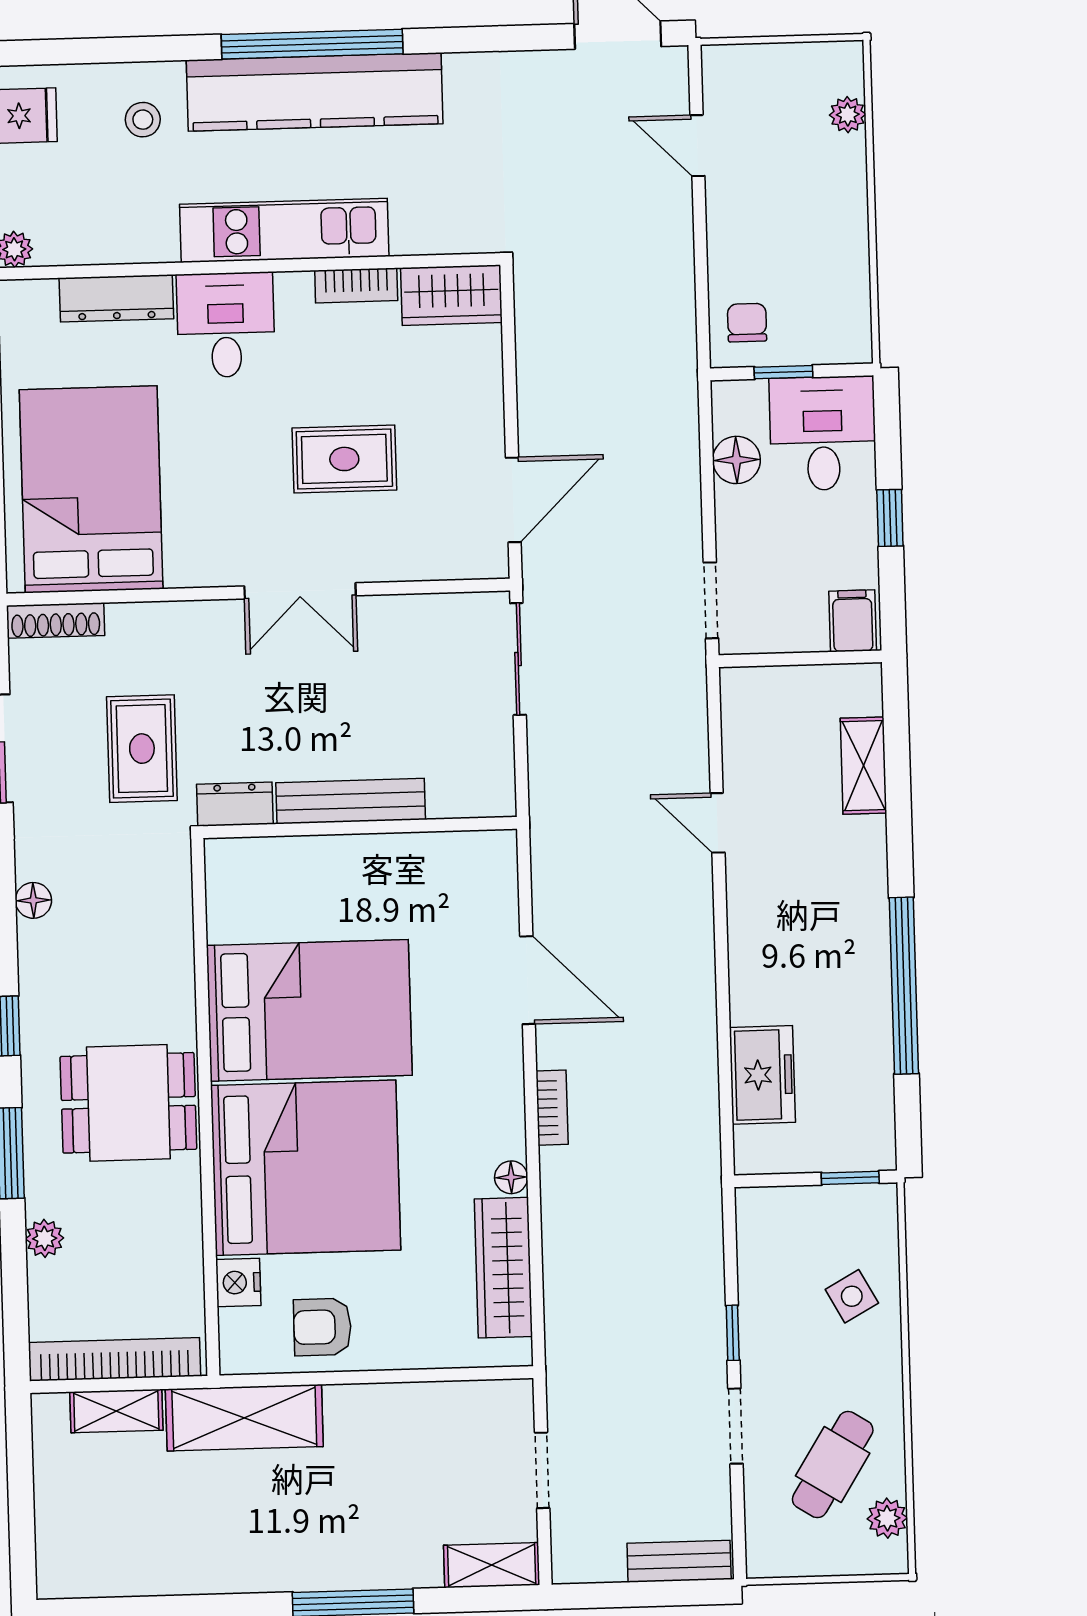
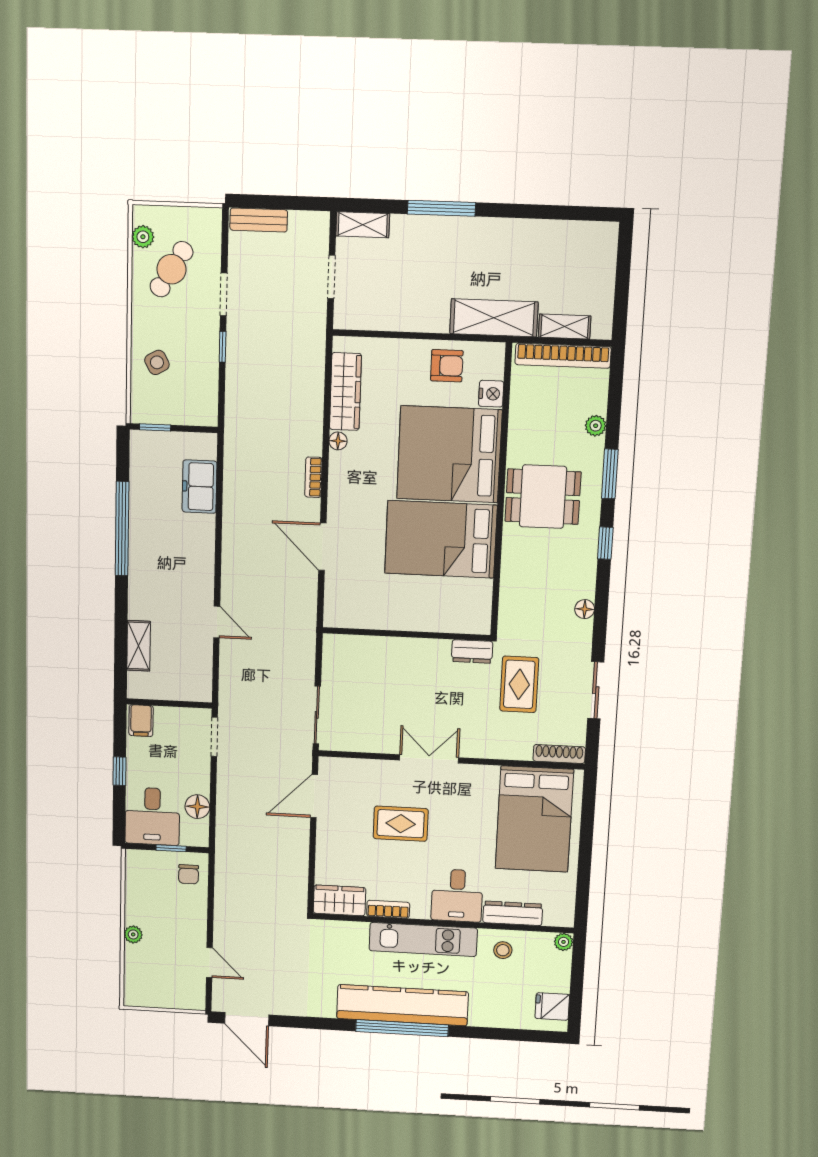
plant: (848, 115) -> (133, 934), moved
stool: (143, 120) -> (503, 950), moved
bench: (351, 801) -> (410, 648), removed

